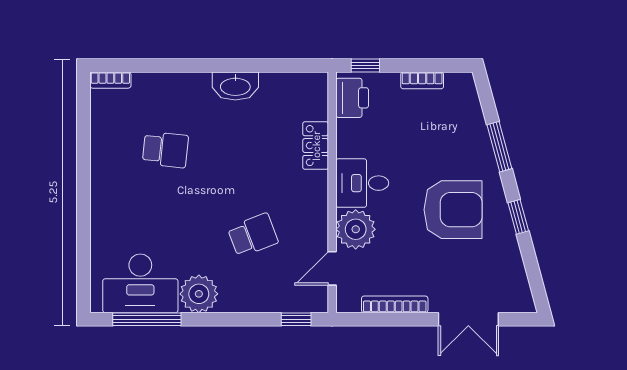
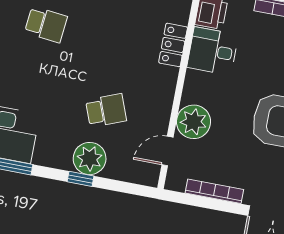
desk: (362, 183) -> (213, 51), moved
plant: (199, 294) -> (90, 159), moved
window: (296, 319) -> (81, 179), moved

